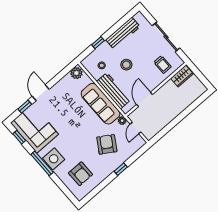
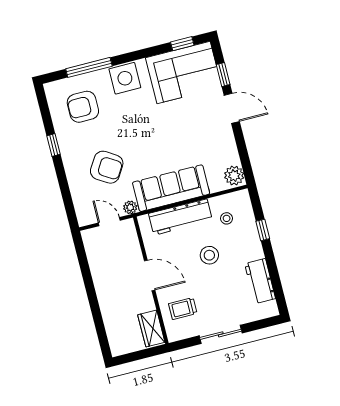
workbench: (123, 33) -> (260, 281), width x0.73
sliding door: (166, 37) -> (221, 334), width x0.73
door: (145, 99) -> (150, 275), moved
window: (42, 163) -> (89, 67), moved
window: (121, 169) -> (54, 145), moved

